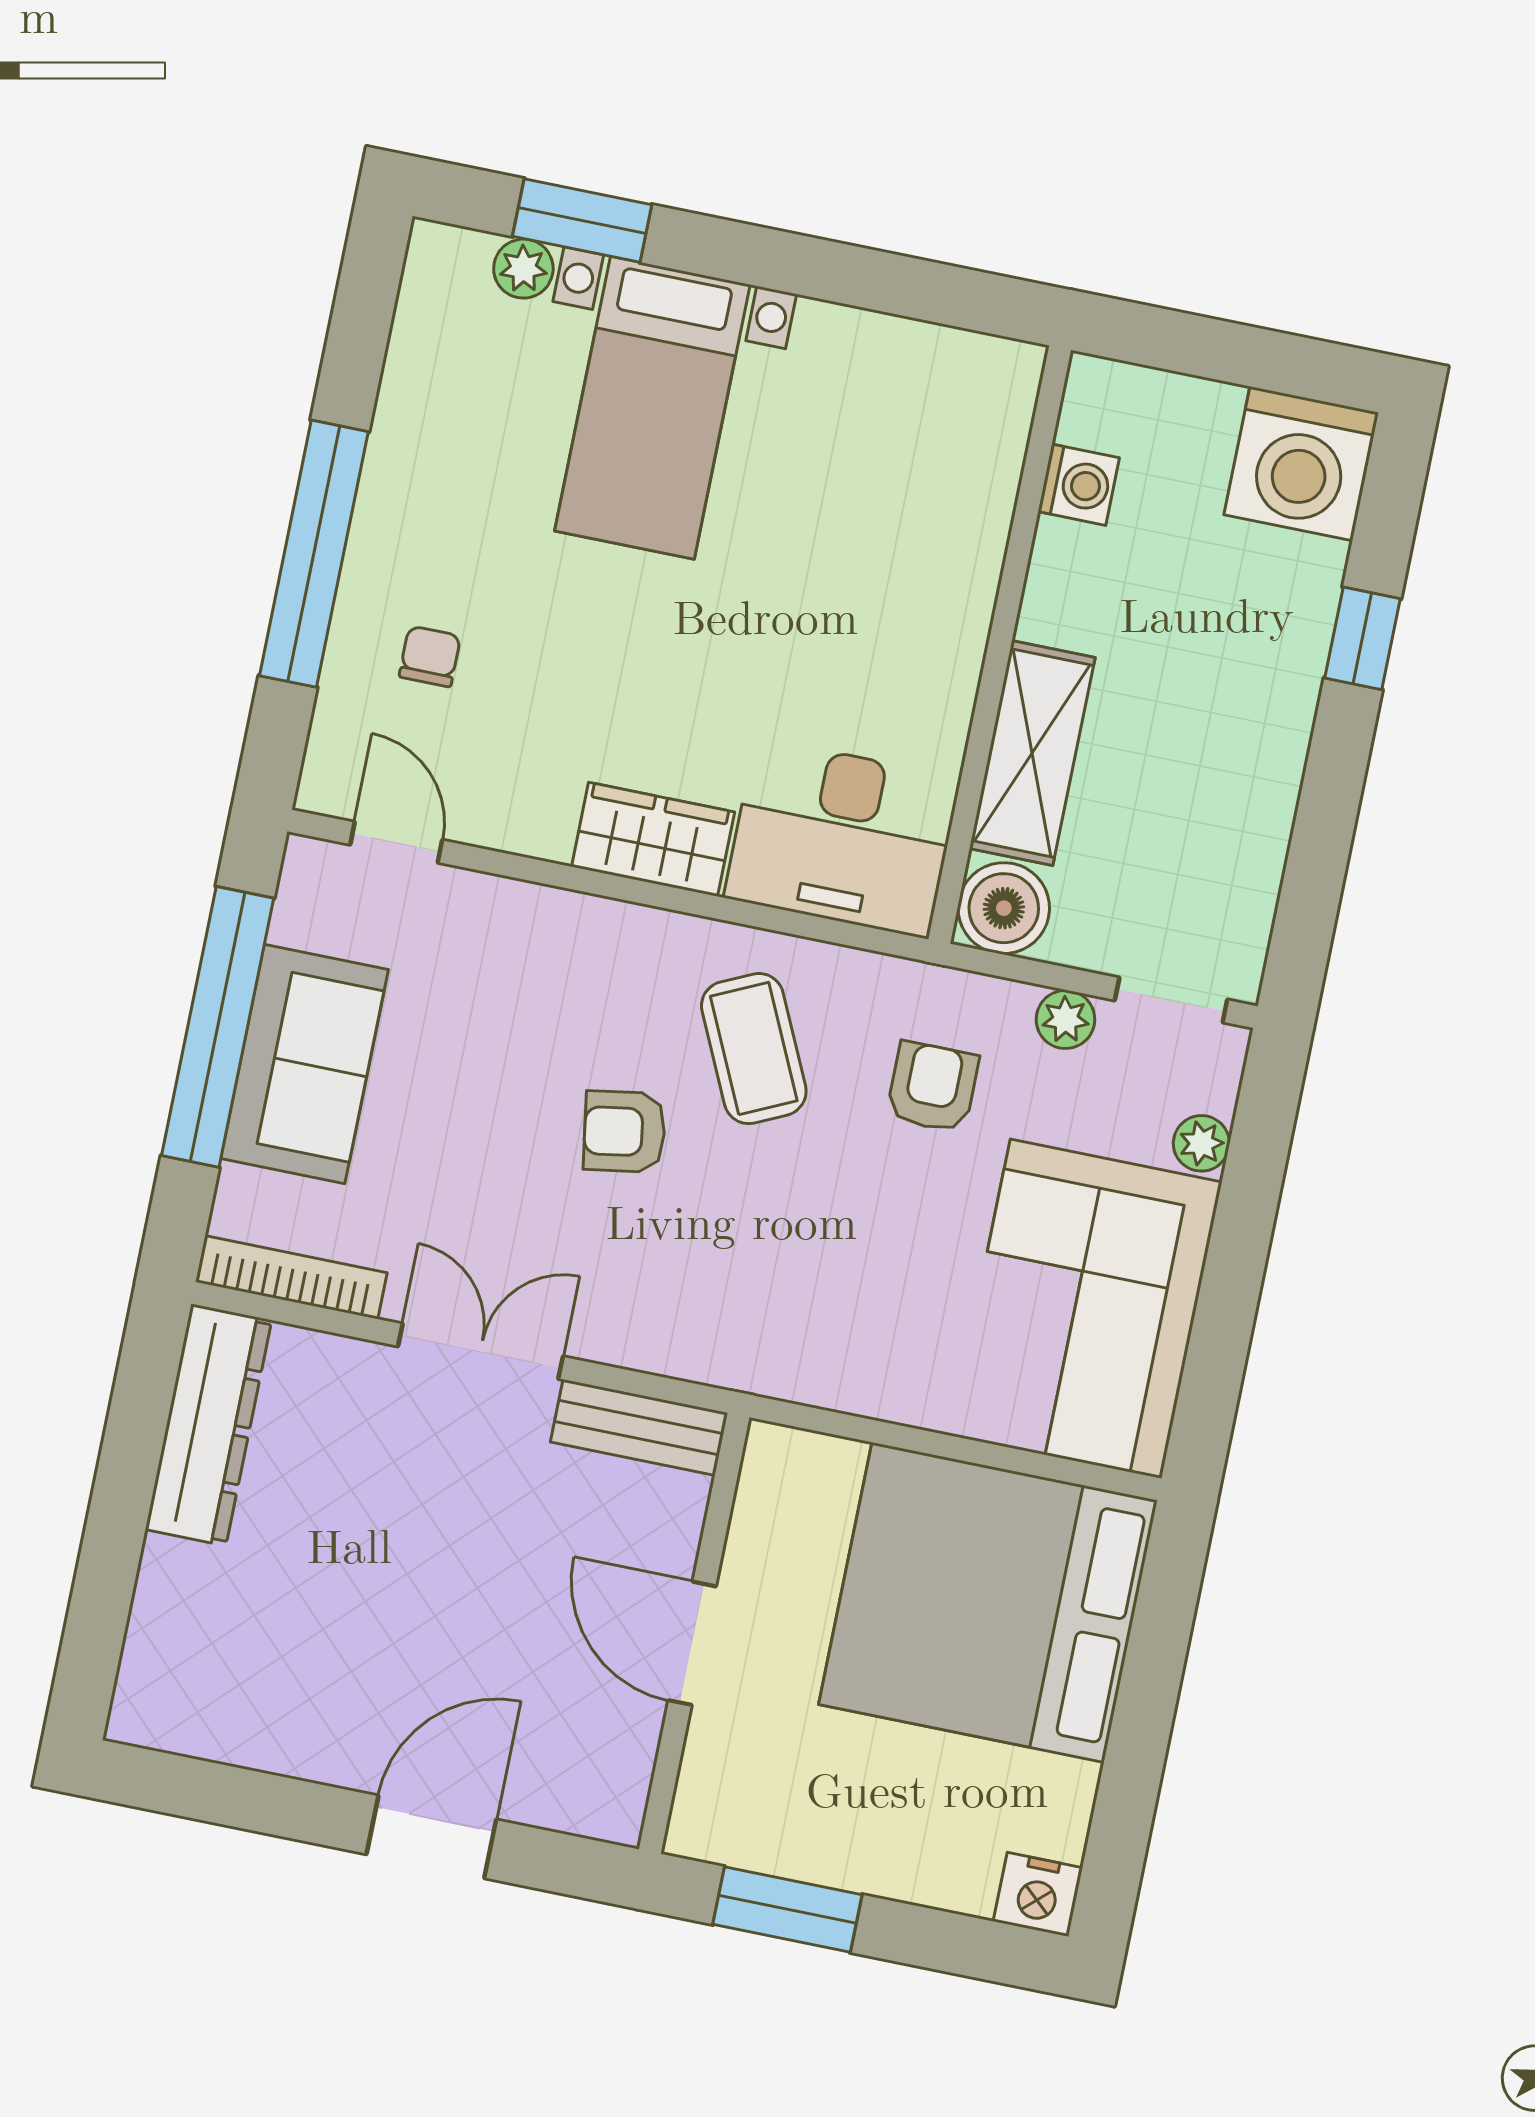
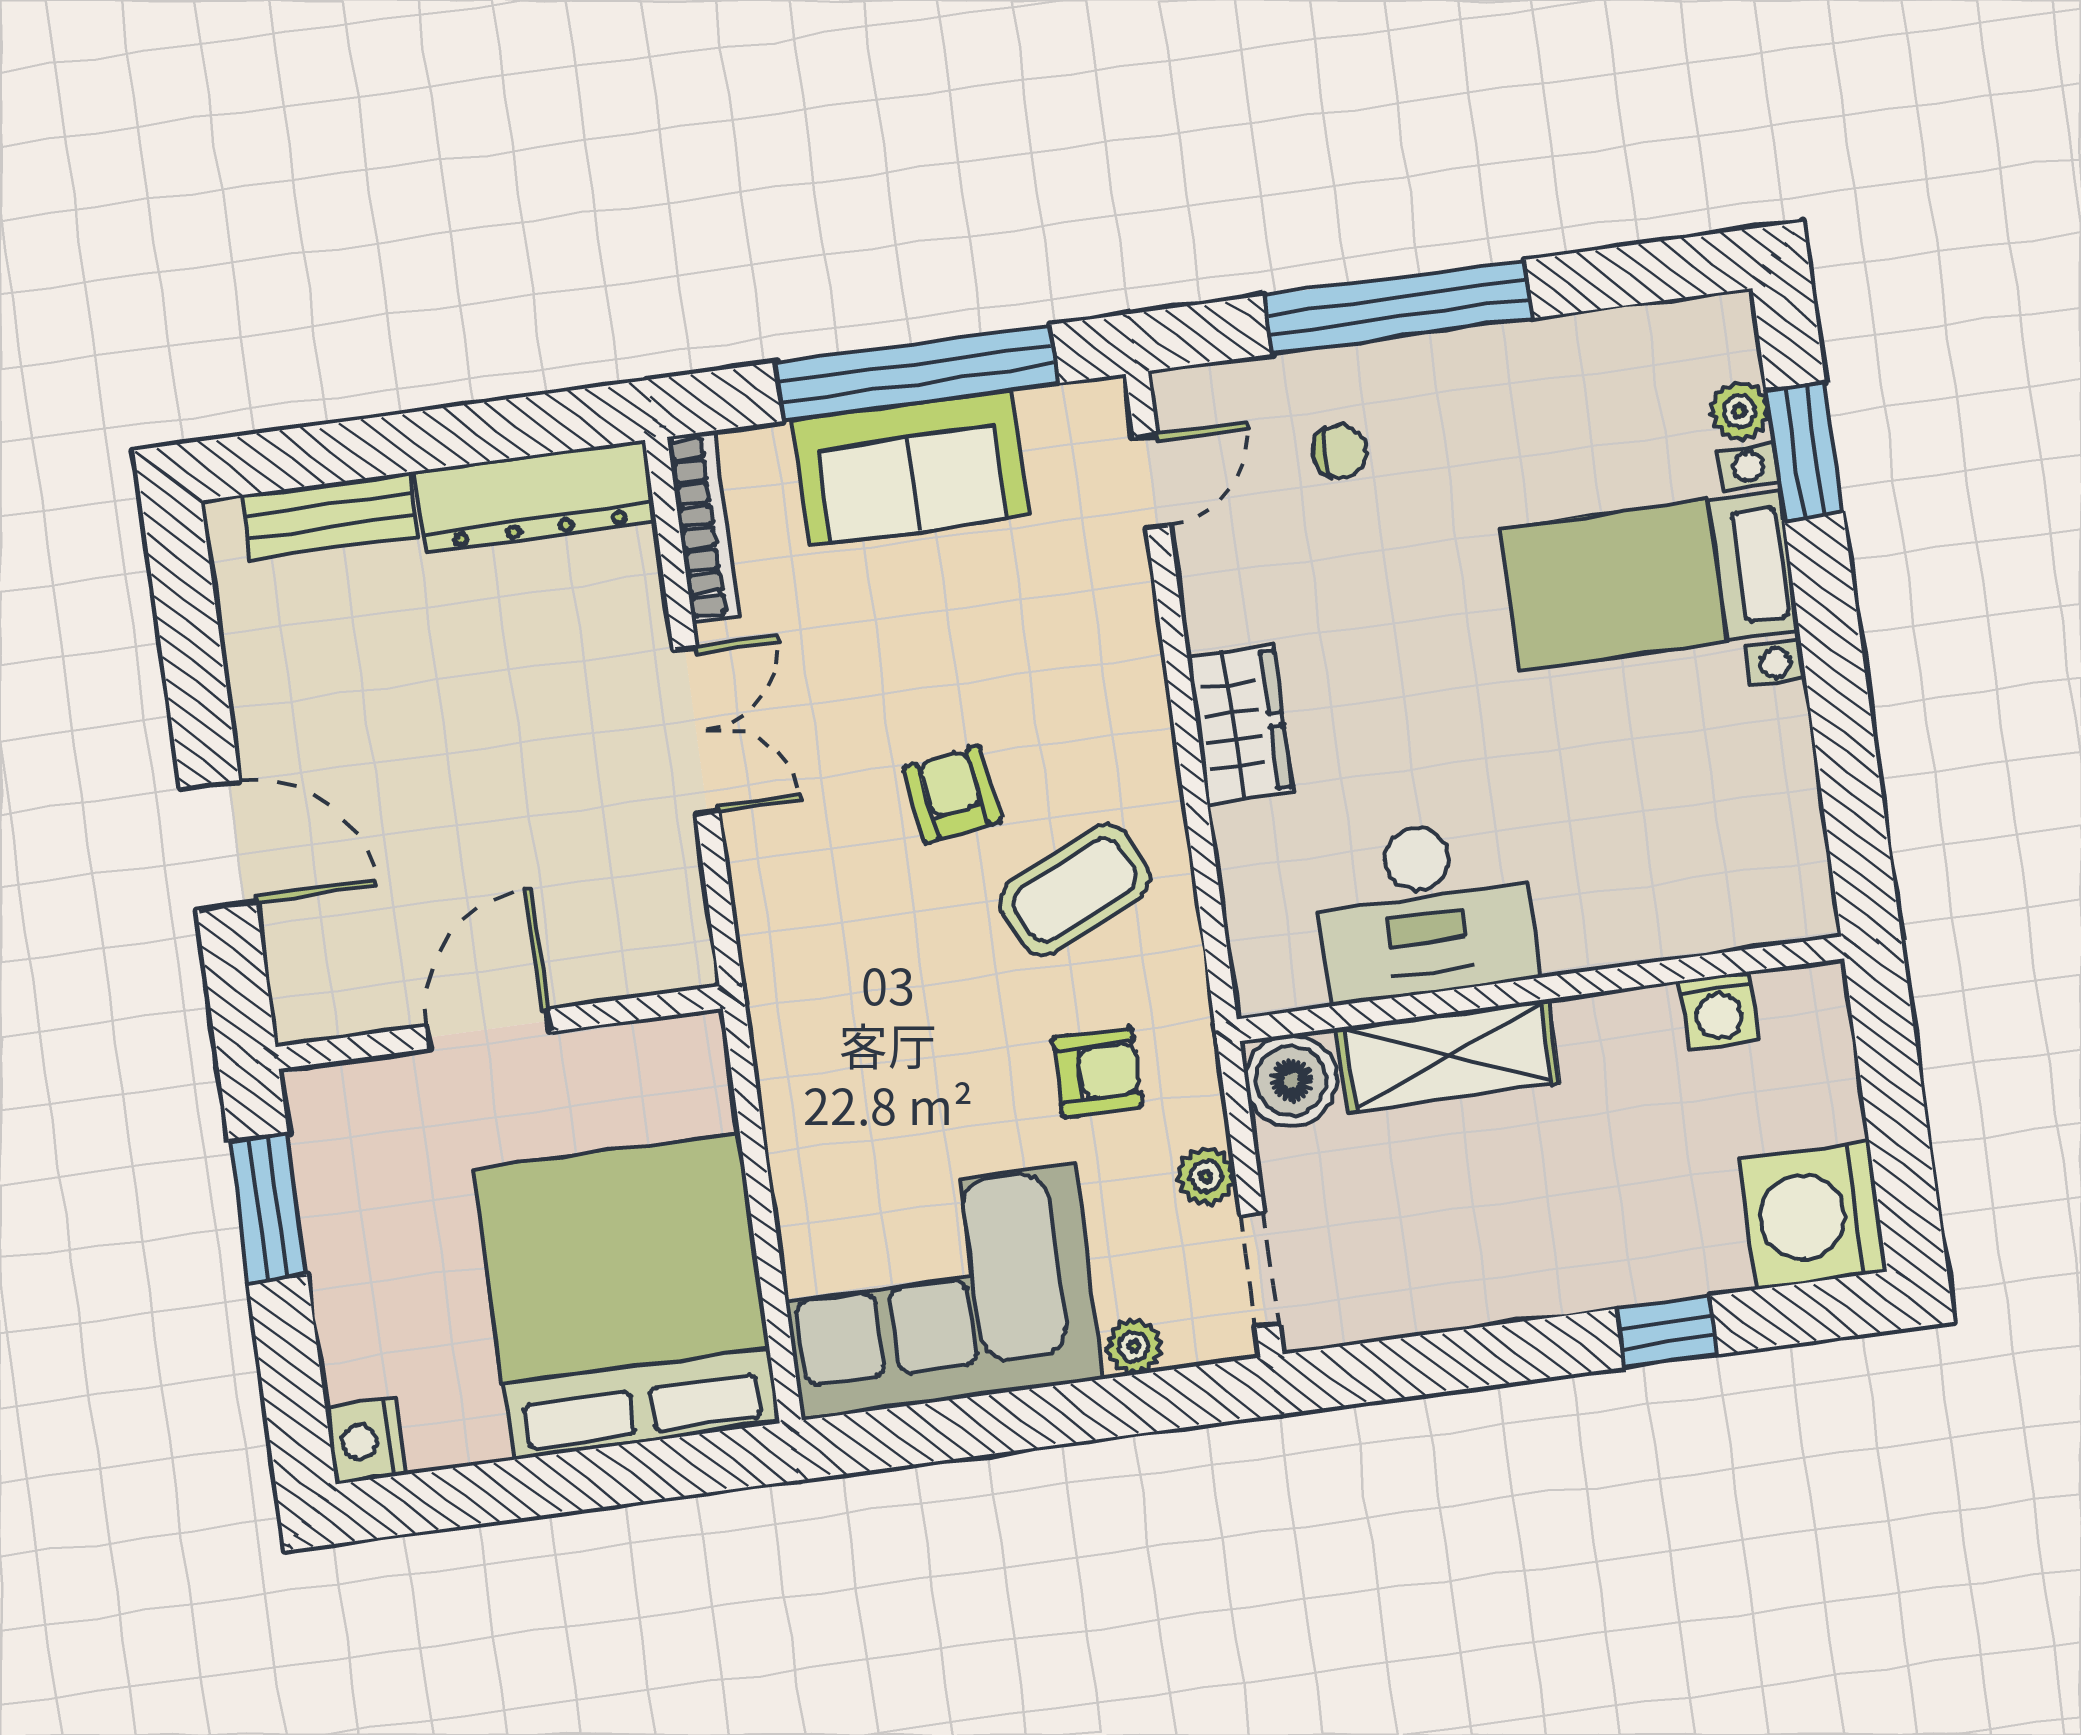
desk: (842, 838) -> (1424, 910), moved, turned -90
bench: (639, 1428) -> (330, 516), moved, turned 90

